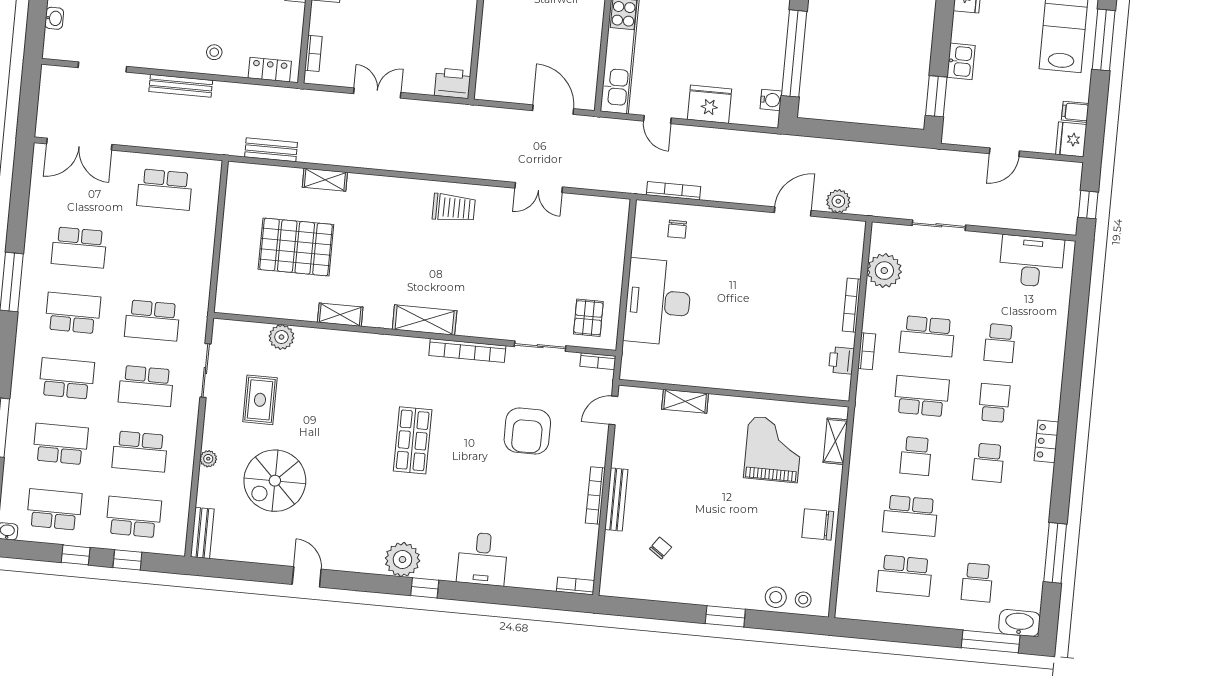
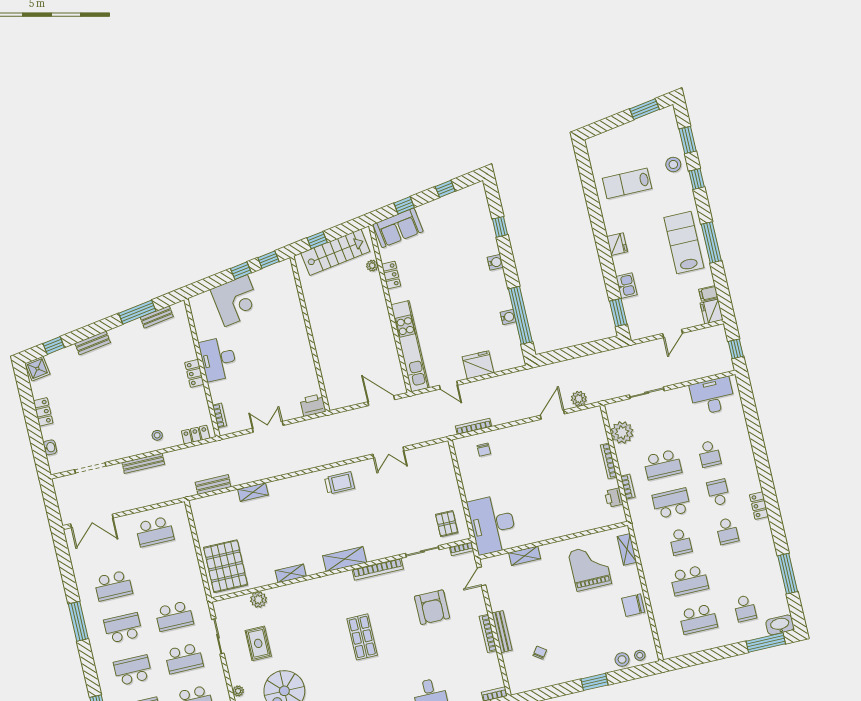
water cooler: (771, 100) -> (508, 317), moved
pallet: (296, 247) -> (226, 566), moved, turned 90
desk: (658, 302) -> (493, 524), moved

